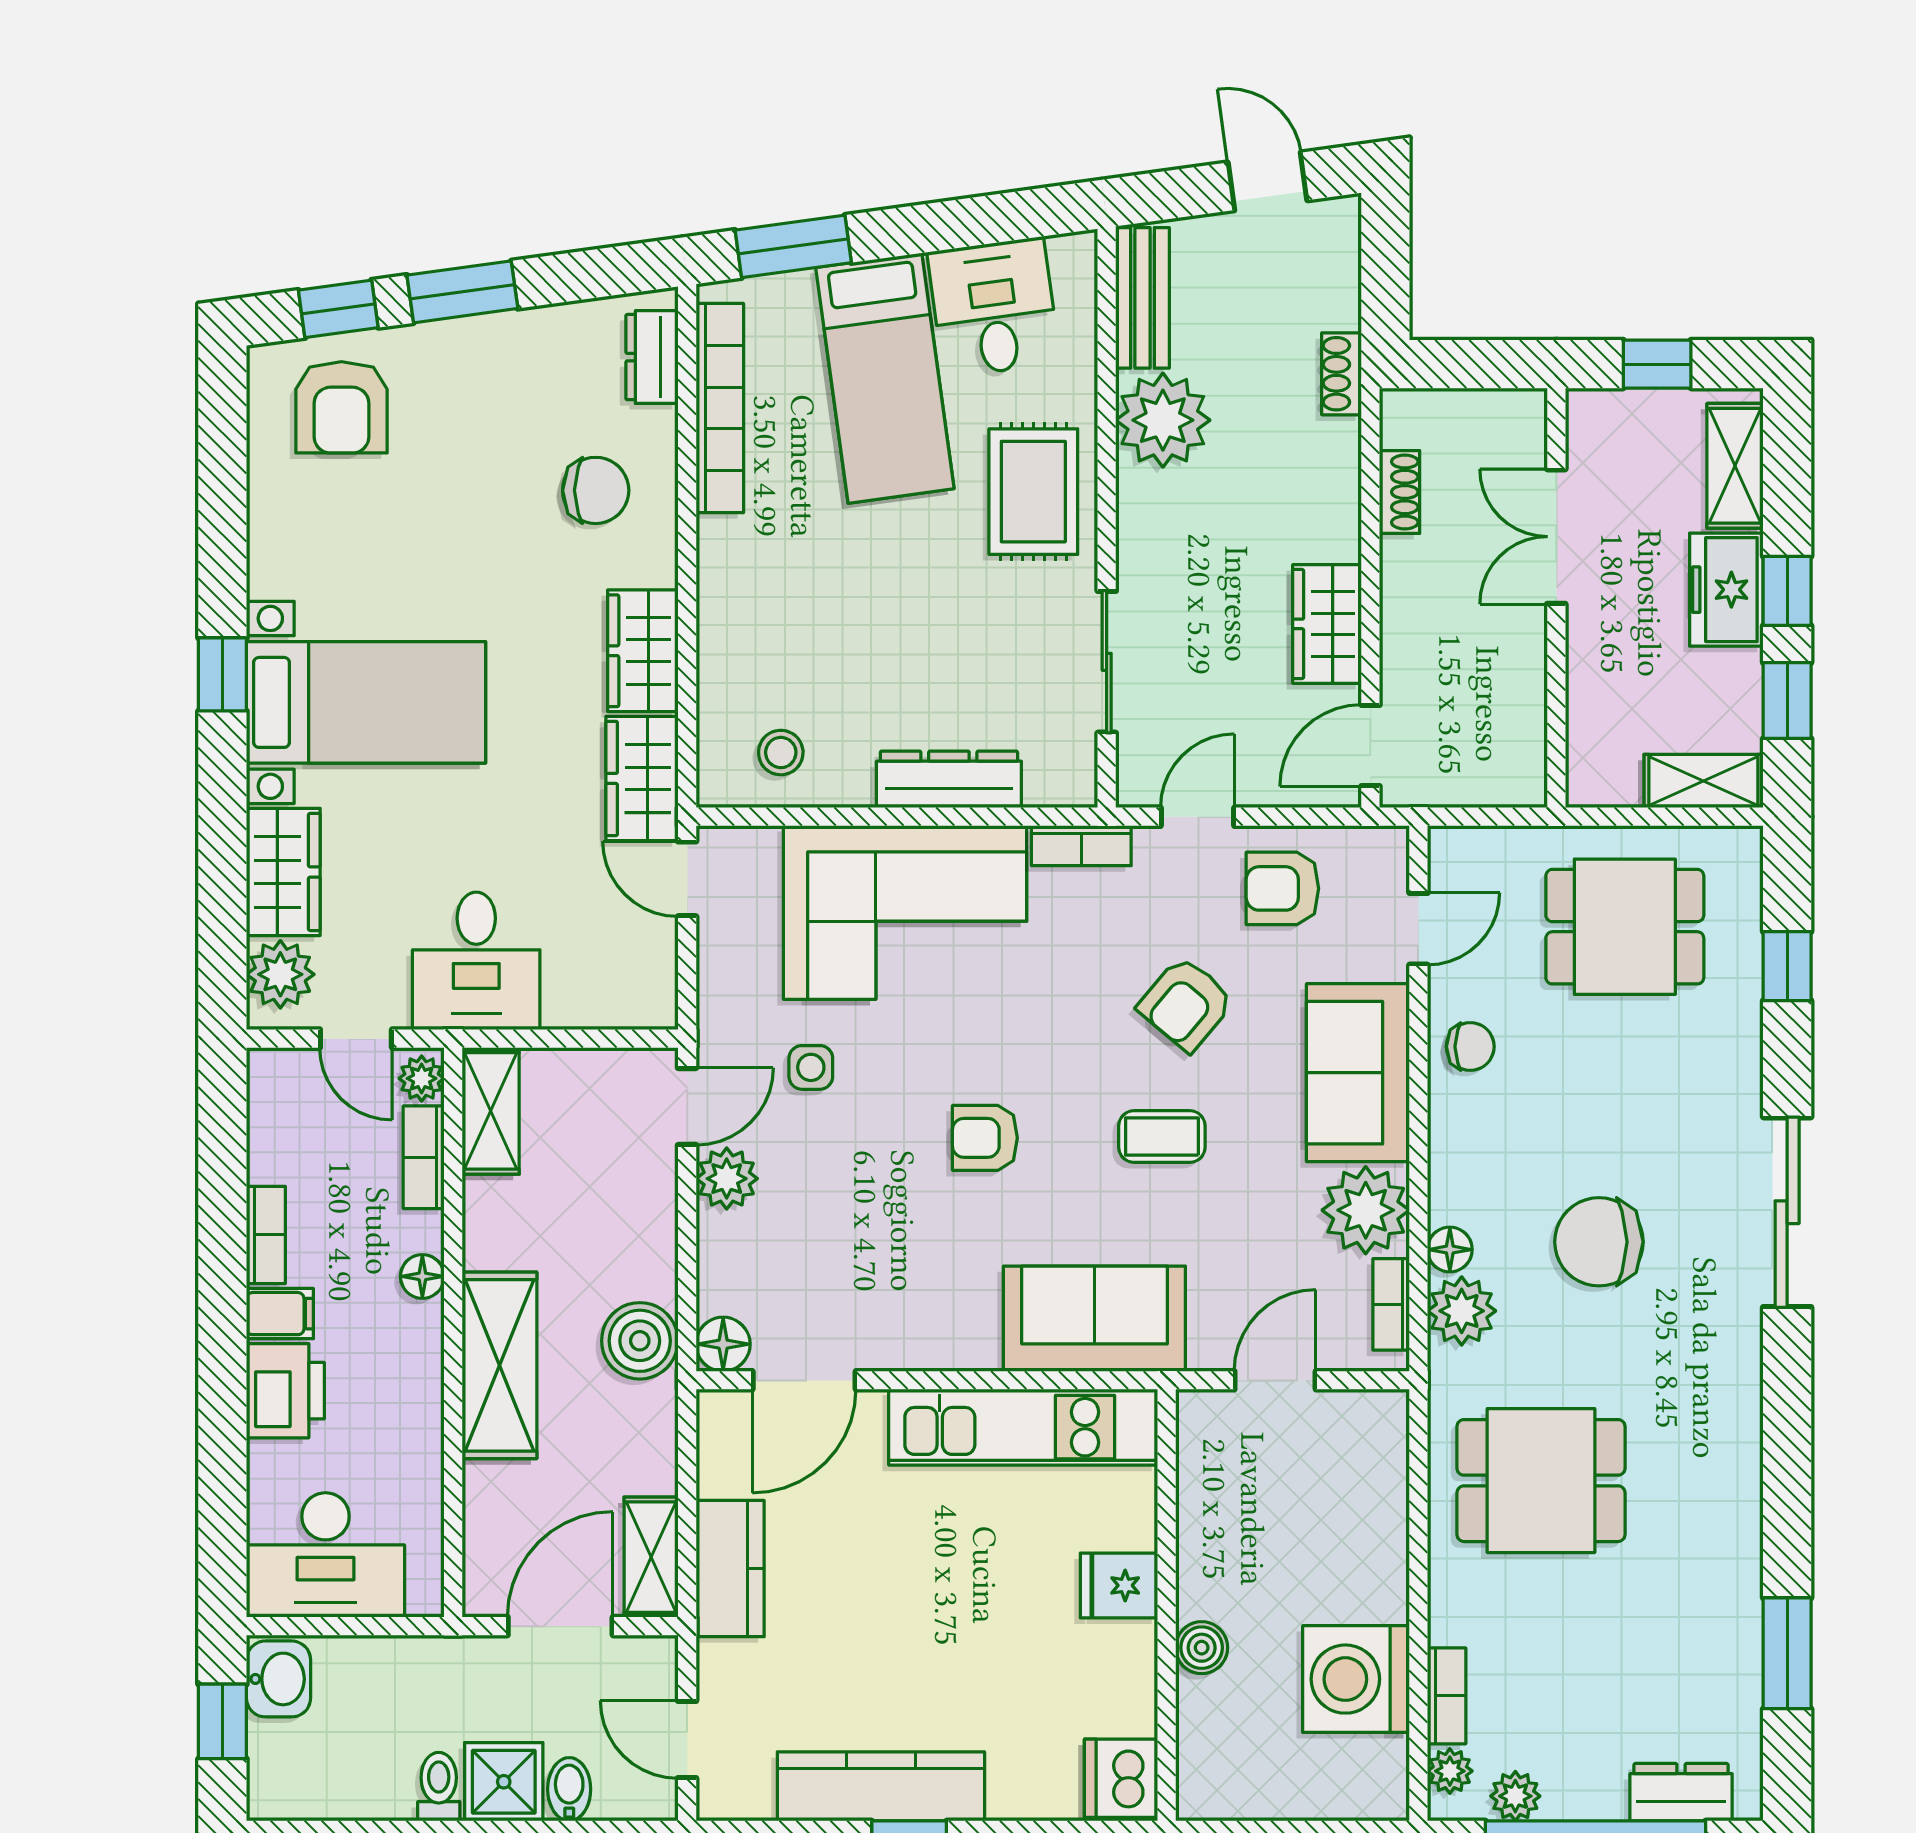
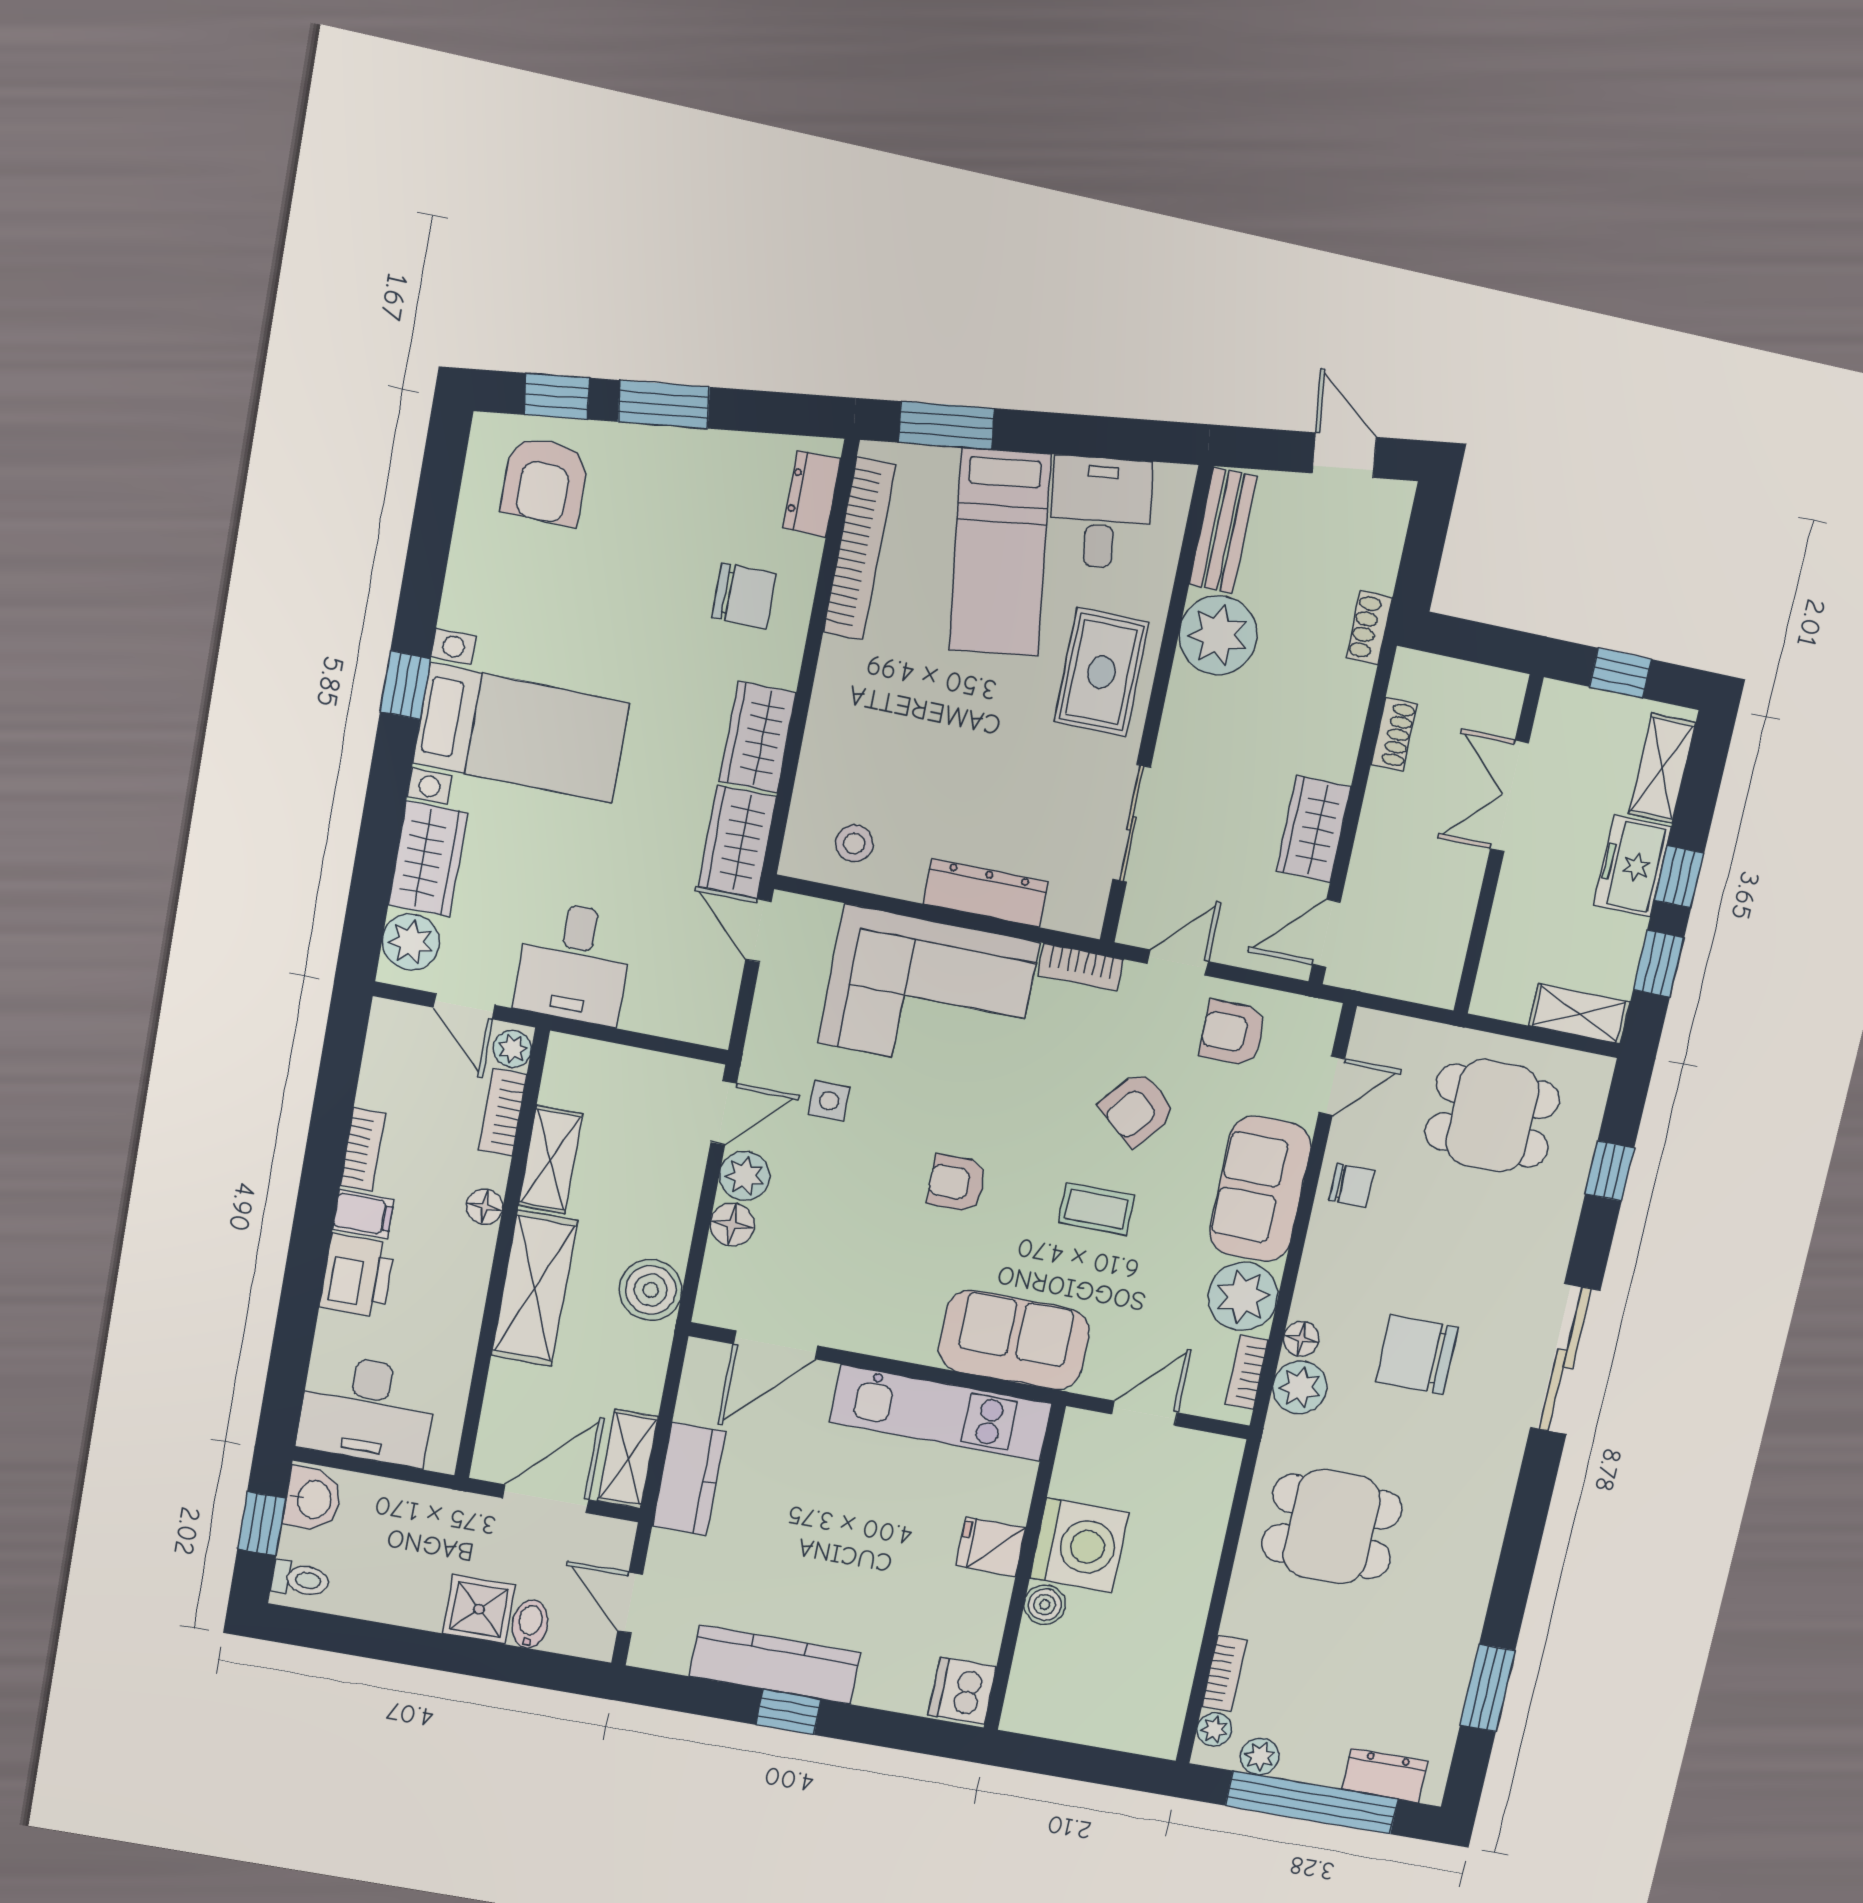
shelving: (491, 1111) -> (551, 1160), moved
floor lamp: (723, 1344) -> (732, 1224), moved
washing machine: (1356, 1679) -> (1079, 1545), moved, turned 180
toilet: (439, 1787) -> (301, 1579), moved, turned 90

